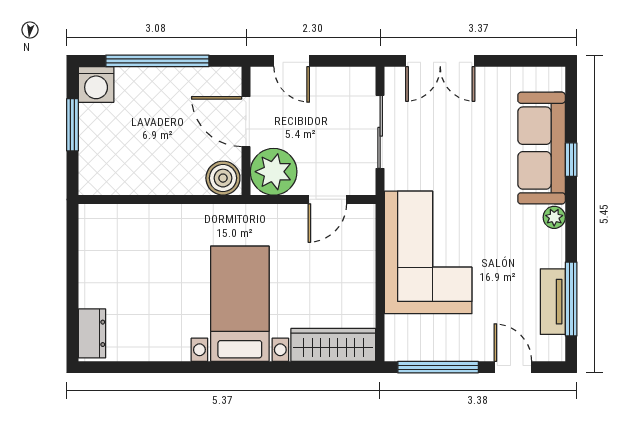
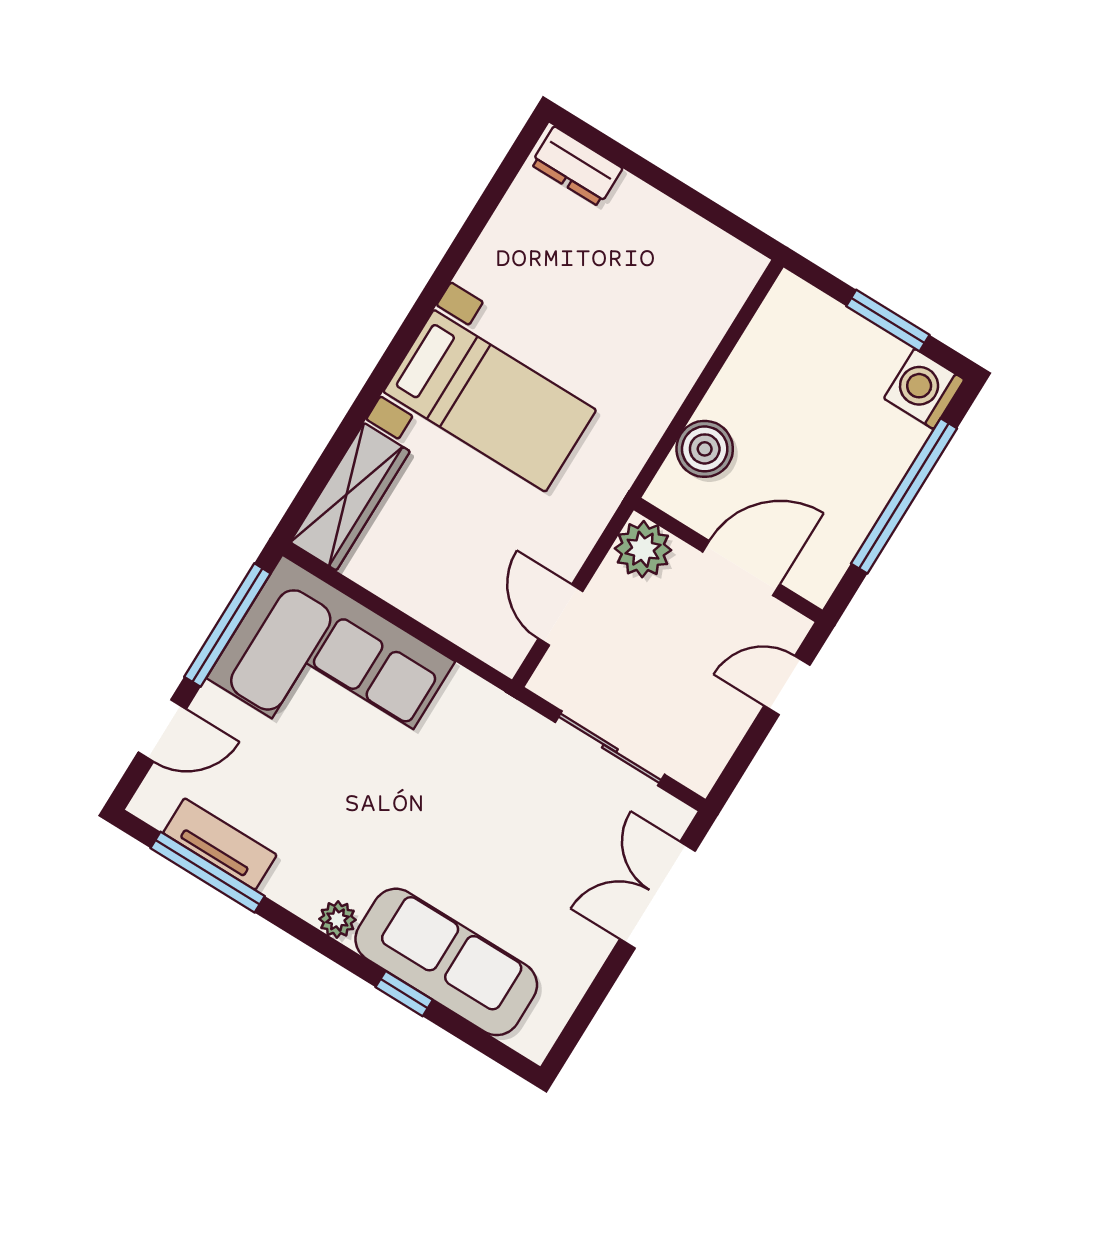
plant: (274, 172) -> (643, 549), width x0.73, depth x0.73
boiler: (223, 178) -> (705, 449), moved
corner sofa: (428, 252) -> (331, 670), moved

